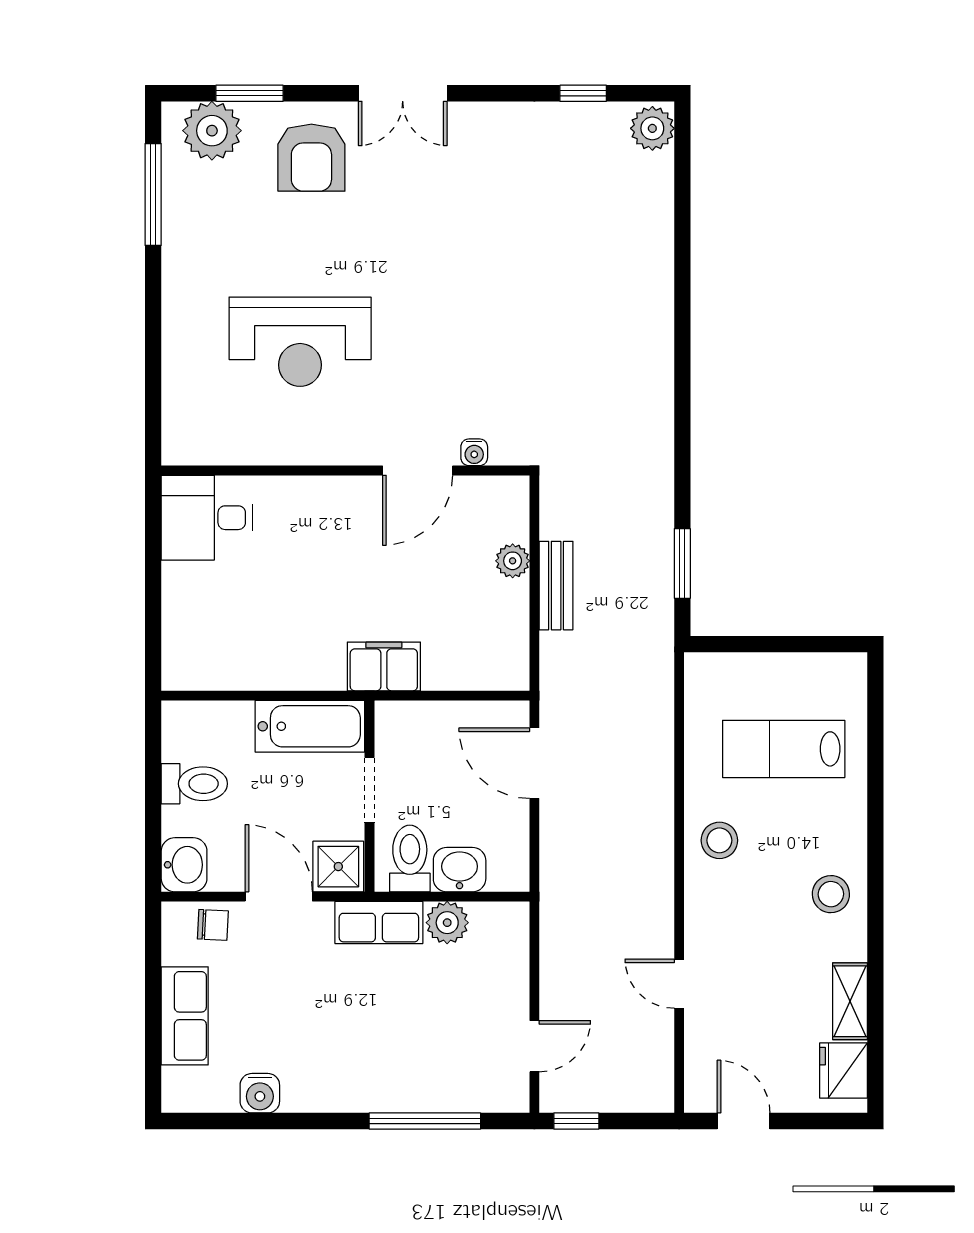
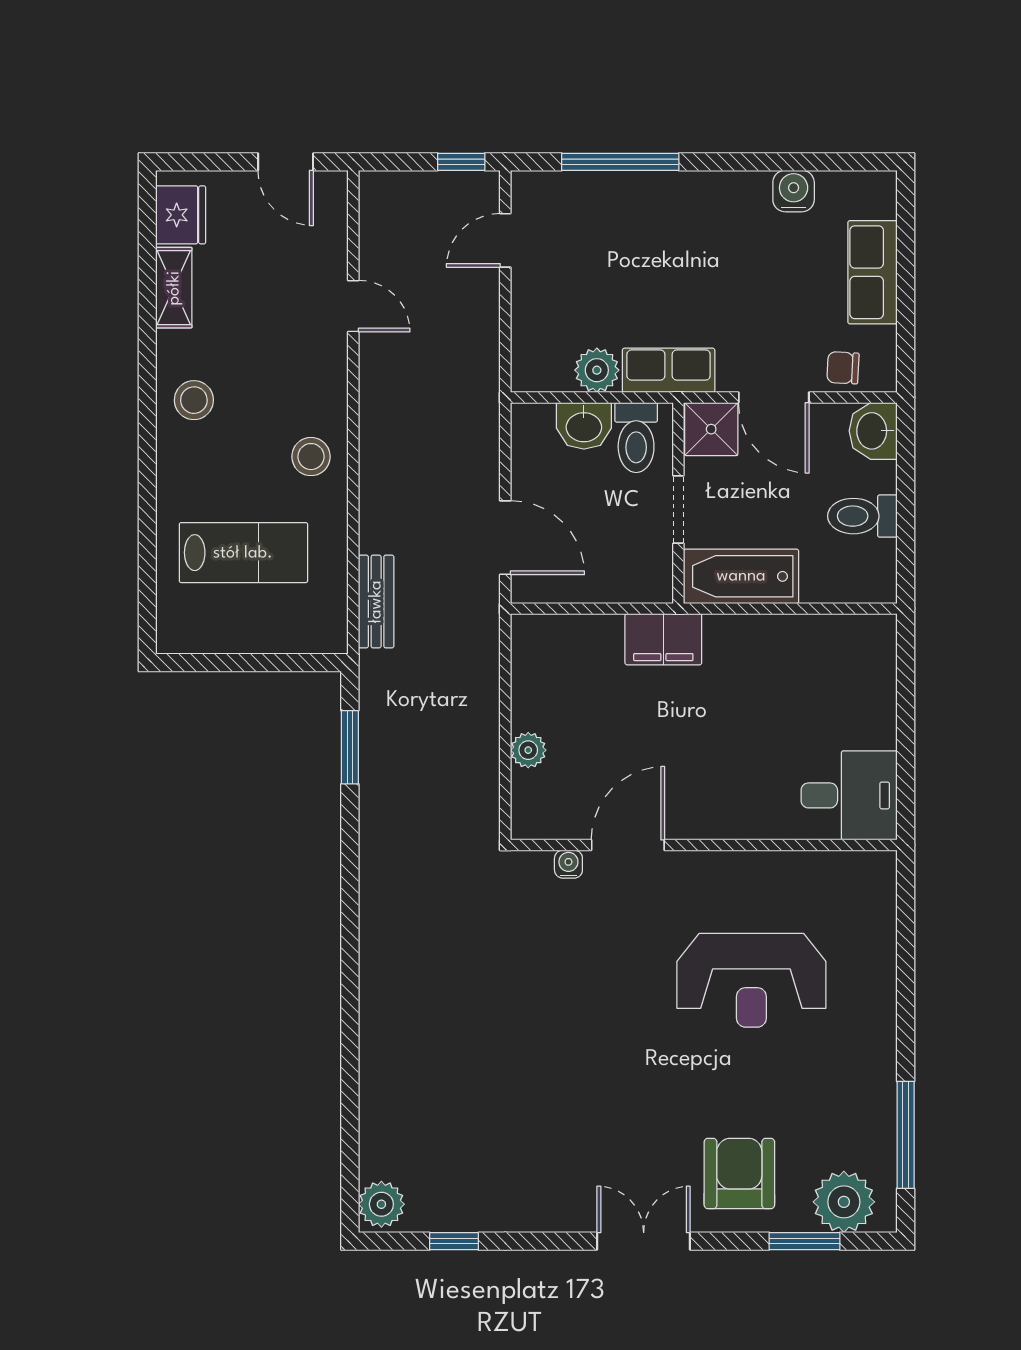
reception desk: (300, 342) -> (751, 980), turned 180
bench: (556, 586) -> (376, 602), moved

